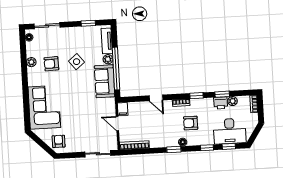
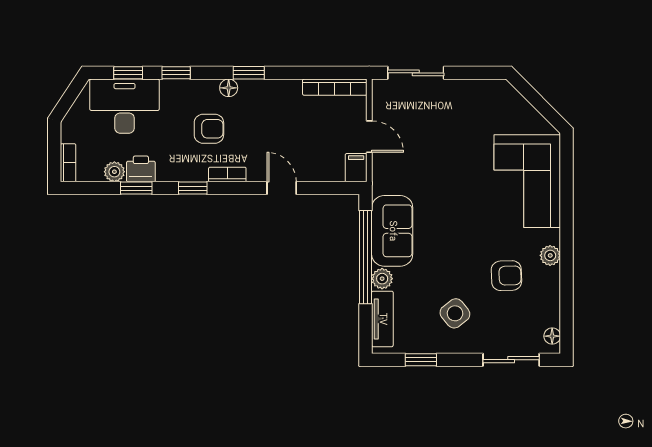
plant: (31, 62) -> (550, 255), moved
side table: (77, 62) -> (455, 313), moved
armchair: (59, 141) -> (500, 105), removed

